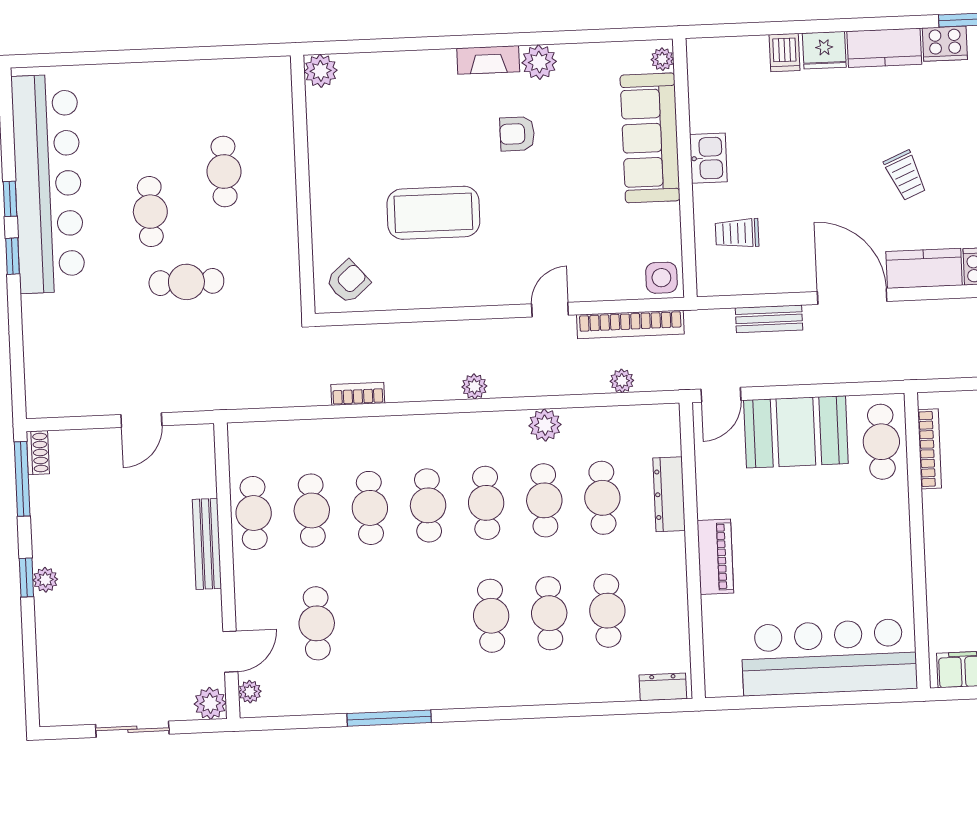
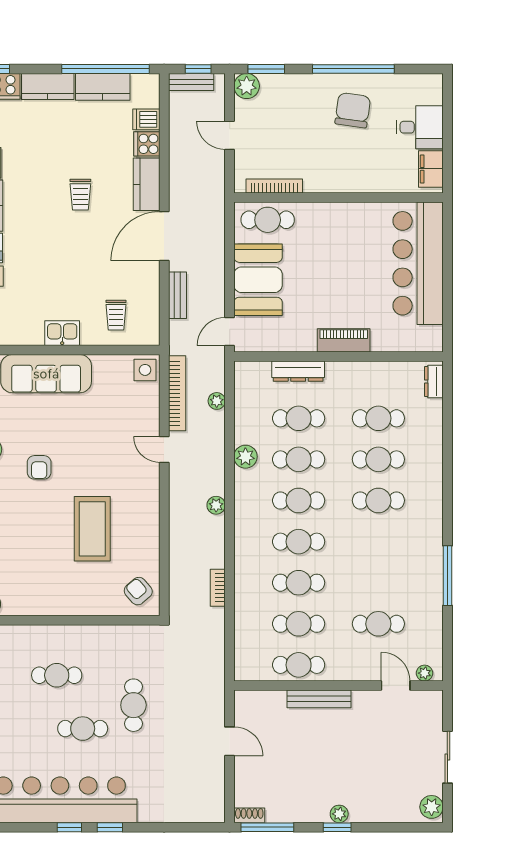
trolley: (905, 175) -> (80, 195), turned 113
door: (721, 395) -> (230, 332), swing flipped
plant: (210, 703) -> (432, 807), moved

